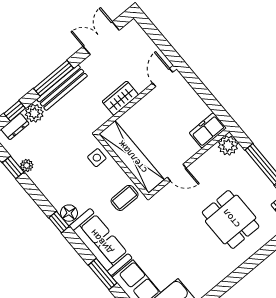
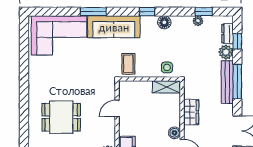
boiler: (154, 97) -> (174, 133), added
shelving: (132, 157) -> (167, 87), width x0.45, depth x0.75
floor lamp: (69, 213) -> (164, 22), moved

